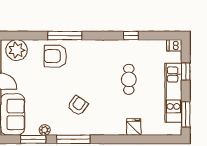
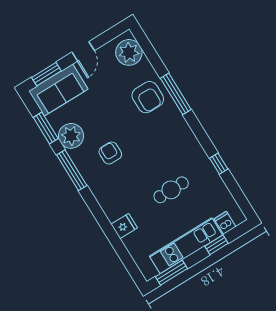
dishwasher: (174, 45) -> (225, 223), moved
armchair: (55, 56) -> (148, 97), turned 180
armchair: (78, 105) -> (110, 153), turned -125
plant: (45, 130) -> (71, 136), width x1.87, depth x1.87

